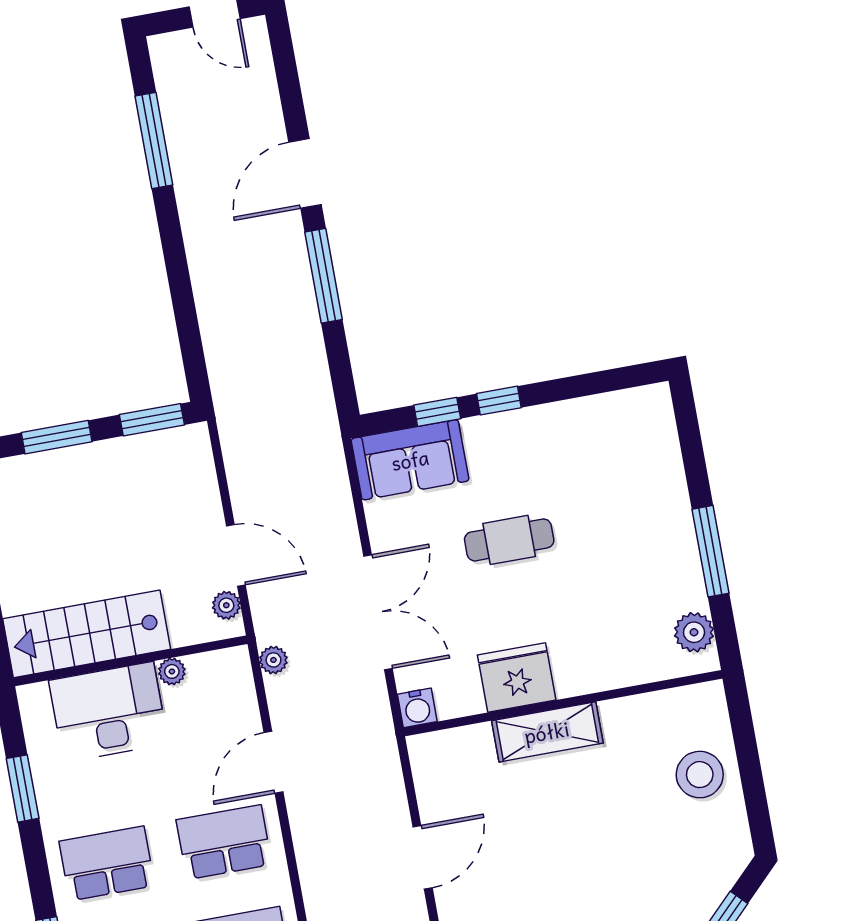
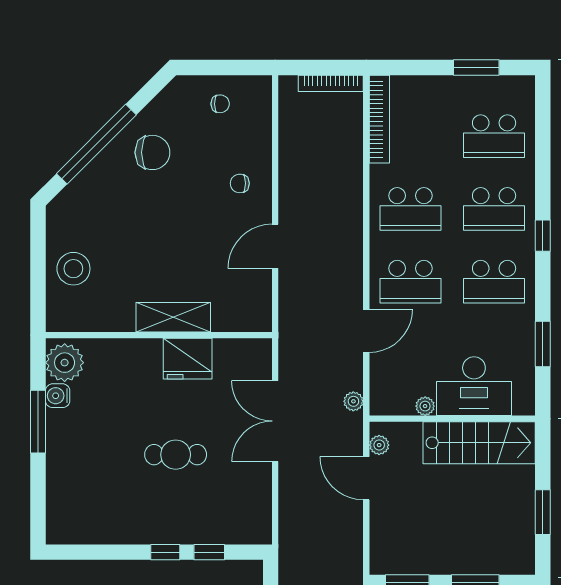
sofa: (410, 460) -> (234, 522), removed
plant: (694, 632) -> (65, 363), width x1.36, depth x1.36
water cooler: (417, 708) -> (58, 396), moved, turned -90

